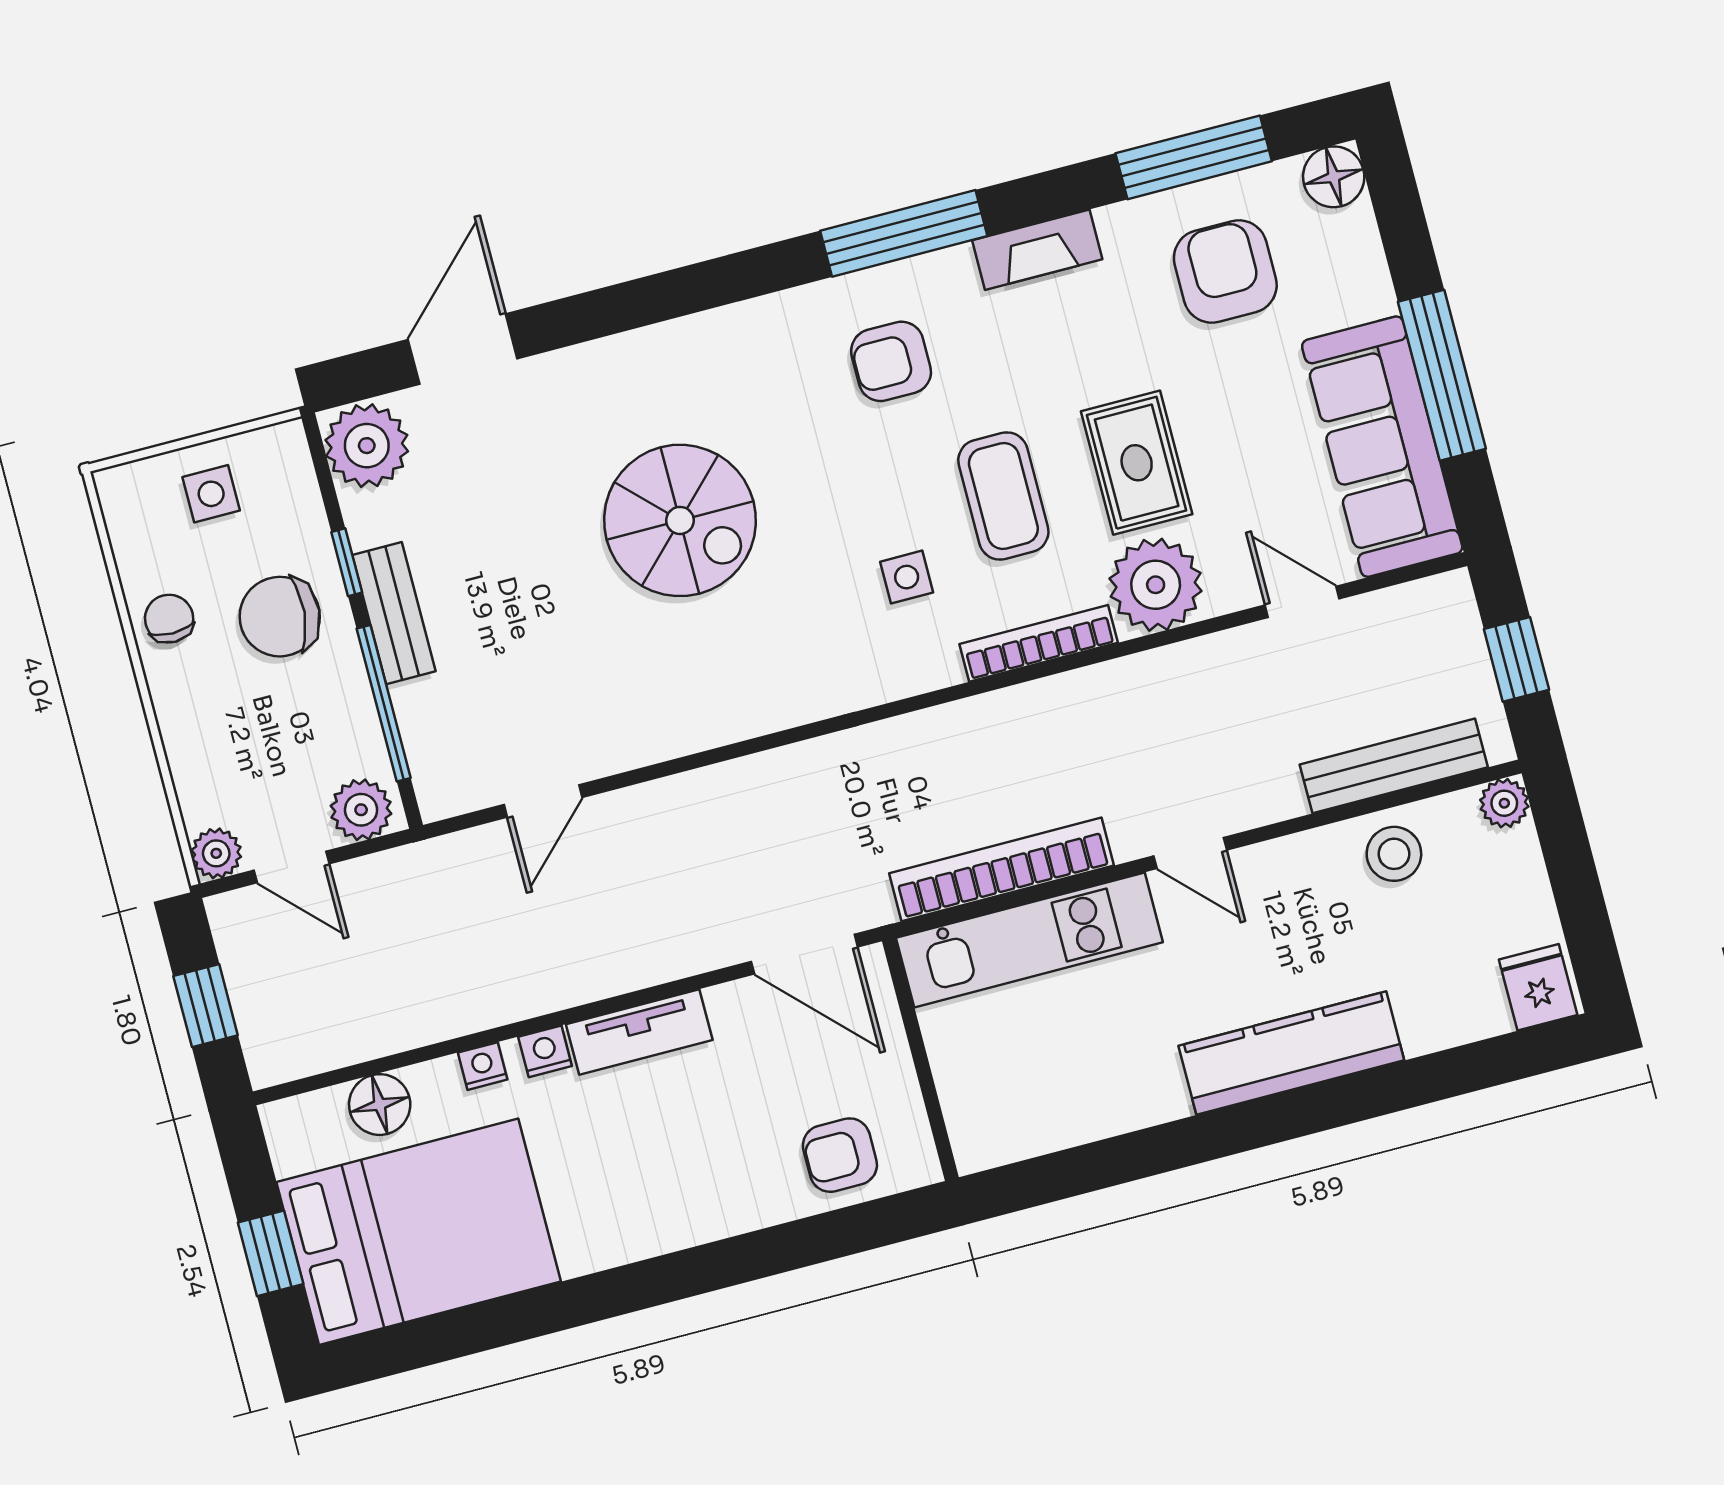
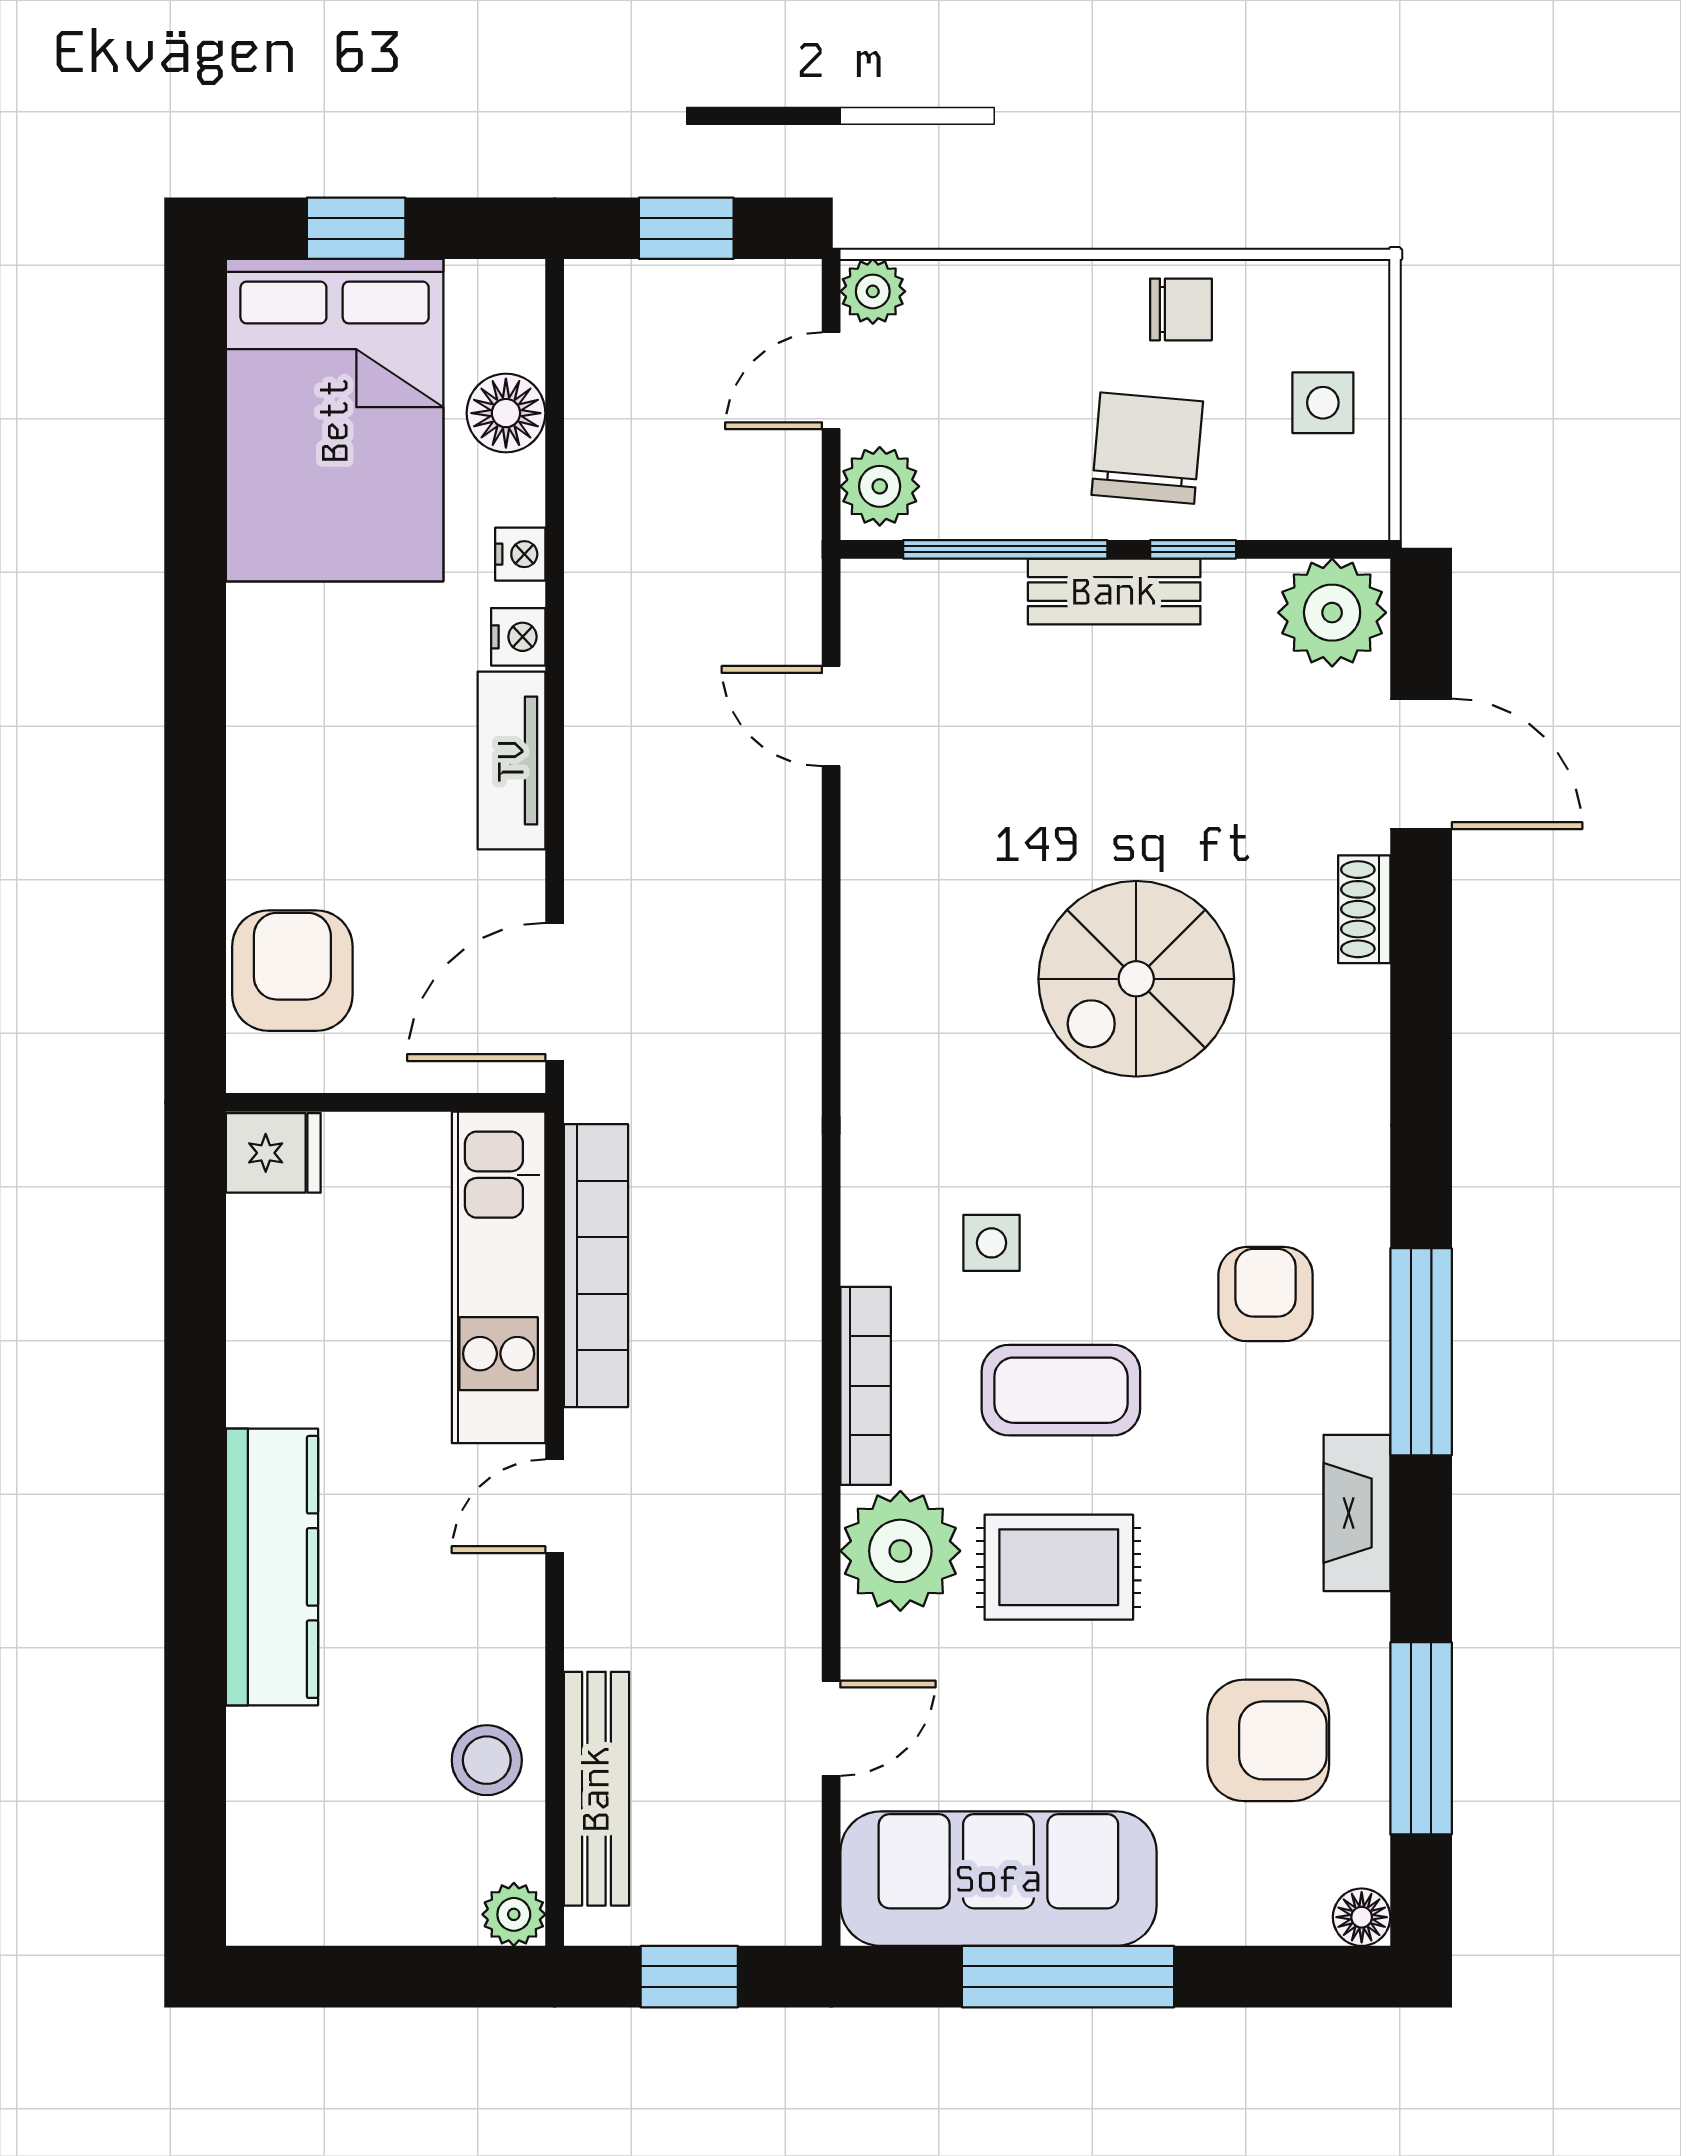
floor lamp: (1334, 177) -> (1362, 1917), width x0.73, depth x0.73
shoe rack: (583, 363) -> (1364, 909), added
fridge: (1538, 987) -> (273, 1153), moved
armchair: (840, 1155) -> (292, 971), width x1.38, depth x1.38

